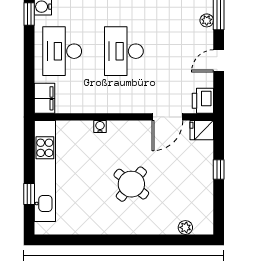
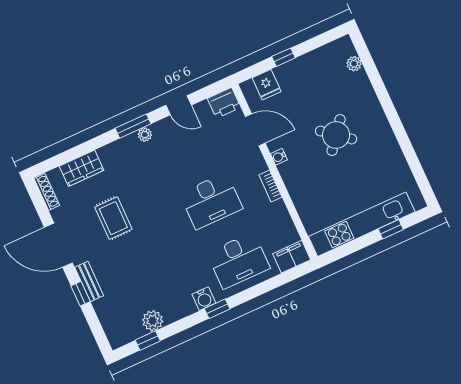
bookcase: (113, 108) -> (270, 186), added
water cooler: (100, 127) -> (279, 157), moved
fridge: (202, 130) -> (267, 85), moved

